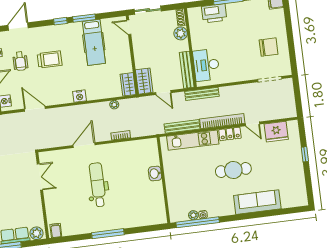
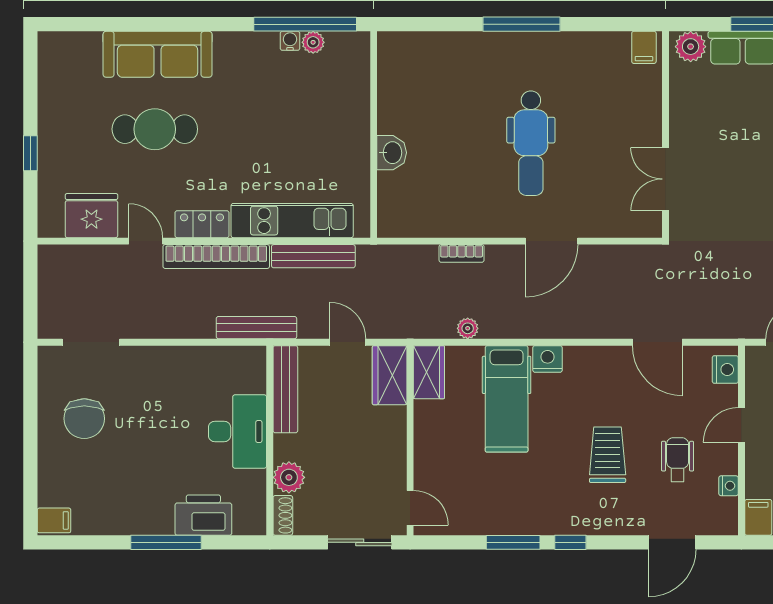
hospital bed: (94, 42) -> (507, 399), moved, turned 180
chair: (269, 47) -> (84, 419), turned -90
trolley: (50, 59) -> (608, 455), turned 90
desk: (206, 65) -> (237, 431), moved
cafe table: (233, 170) -> (155, 129), moved

